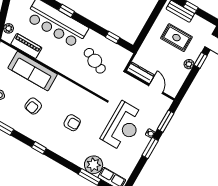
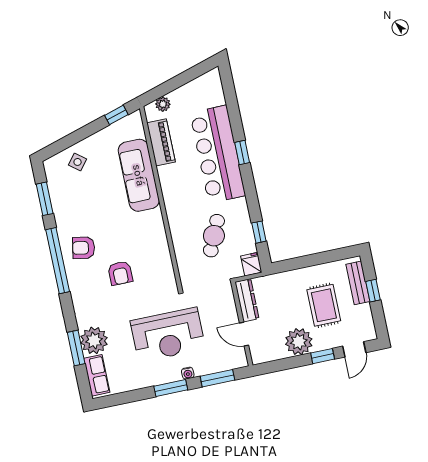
fridge: (125, 55) -> (251, 264), added
plant: (189, 64) -> (299, 342), width x1.88, depth x1.88
door: (156, 89) -> (244, 334), swing flipped
armchair: (33, 106) -> (84, 248), moved
window: (39, 148) -> (58, 261), width x3.17

